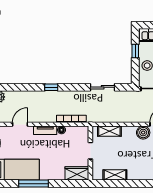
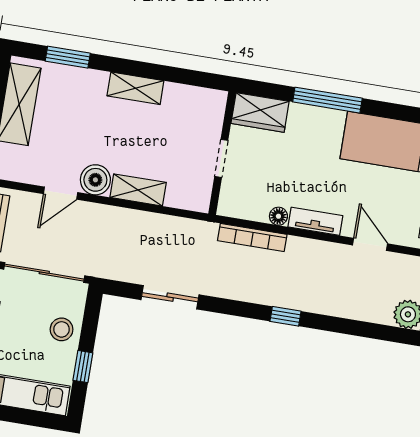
door: (20, 124) -> (370, 244), swing flipped
shelving: (109, 131) -> (138, 190), moved
shelving: (115, 175) -> (135, 88), moved
window: (34, 184) -> (327, 100), moved

